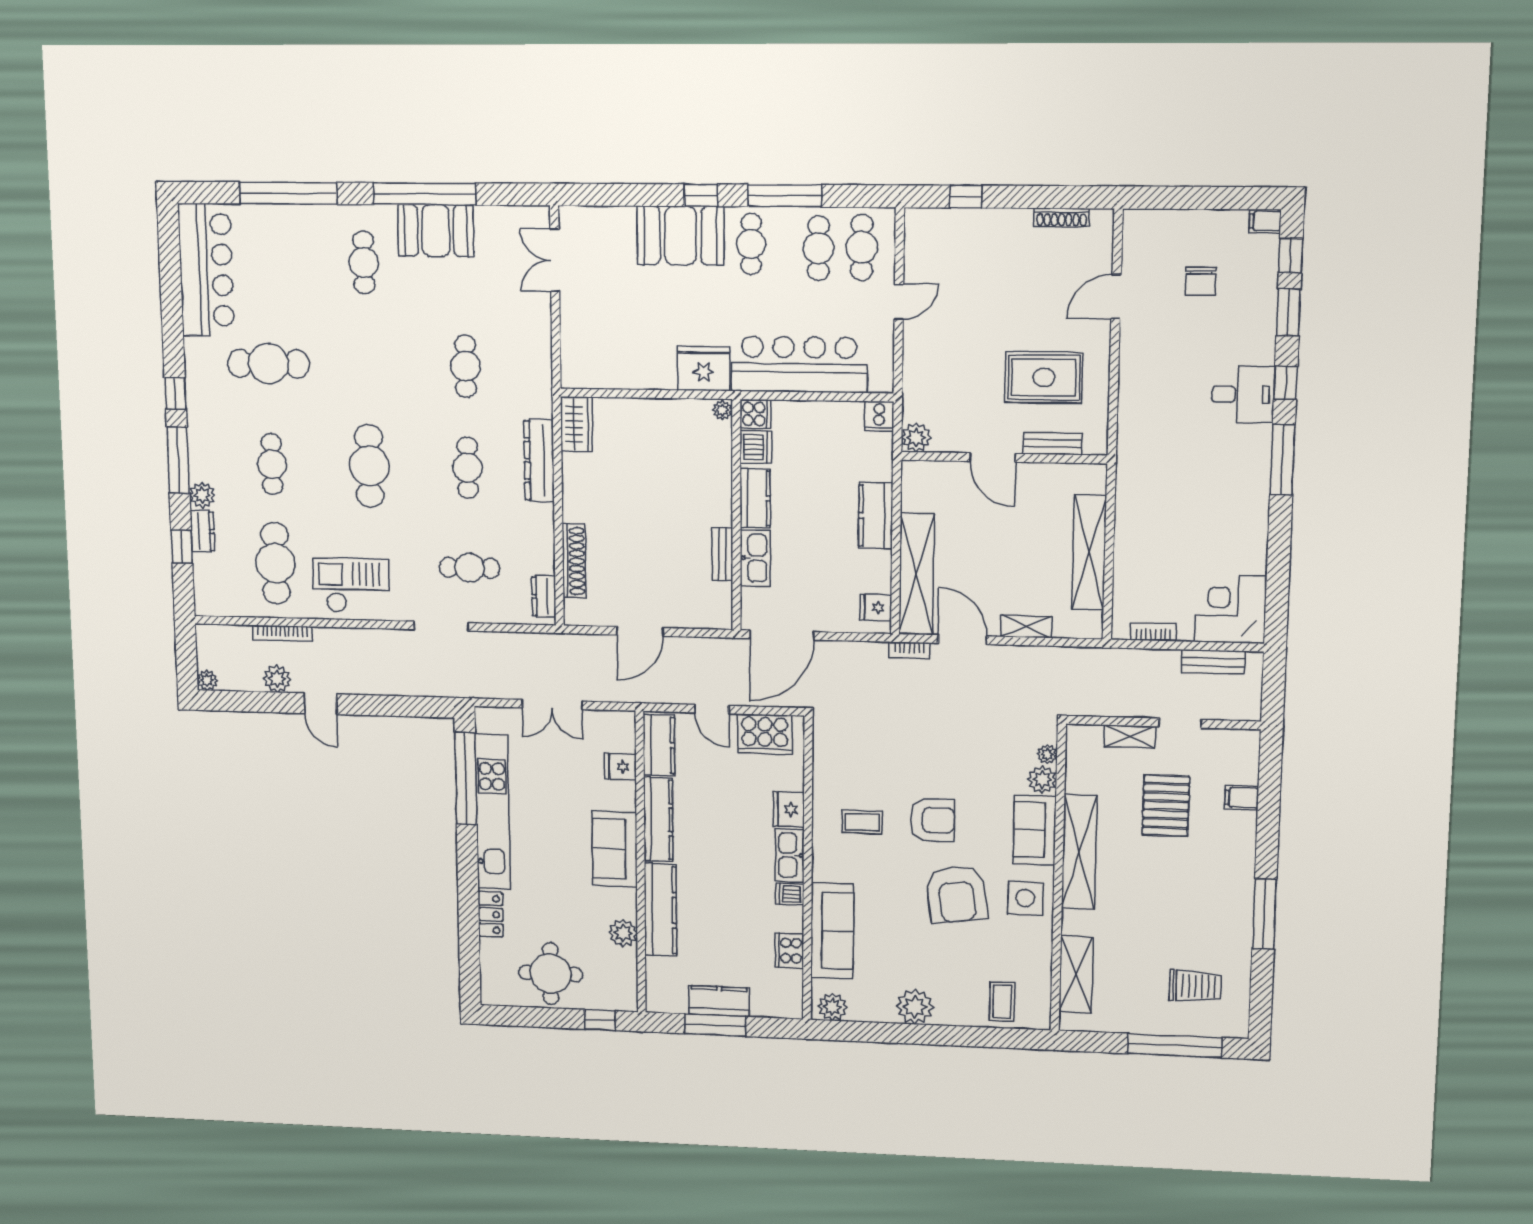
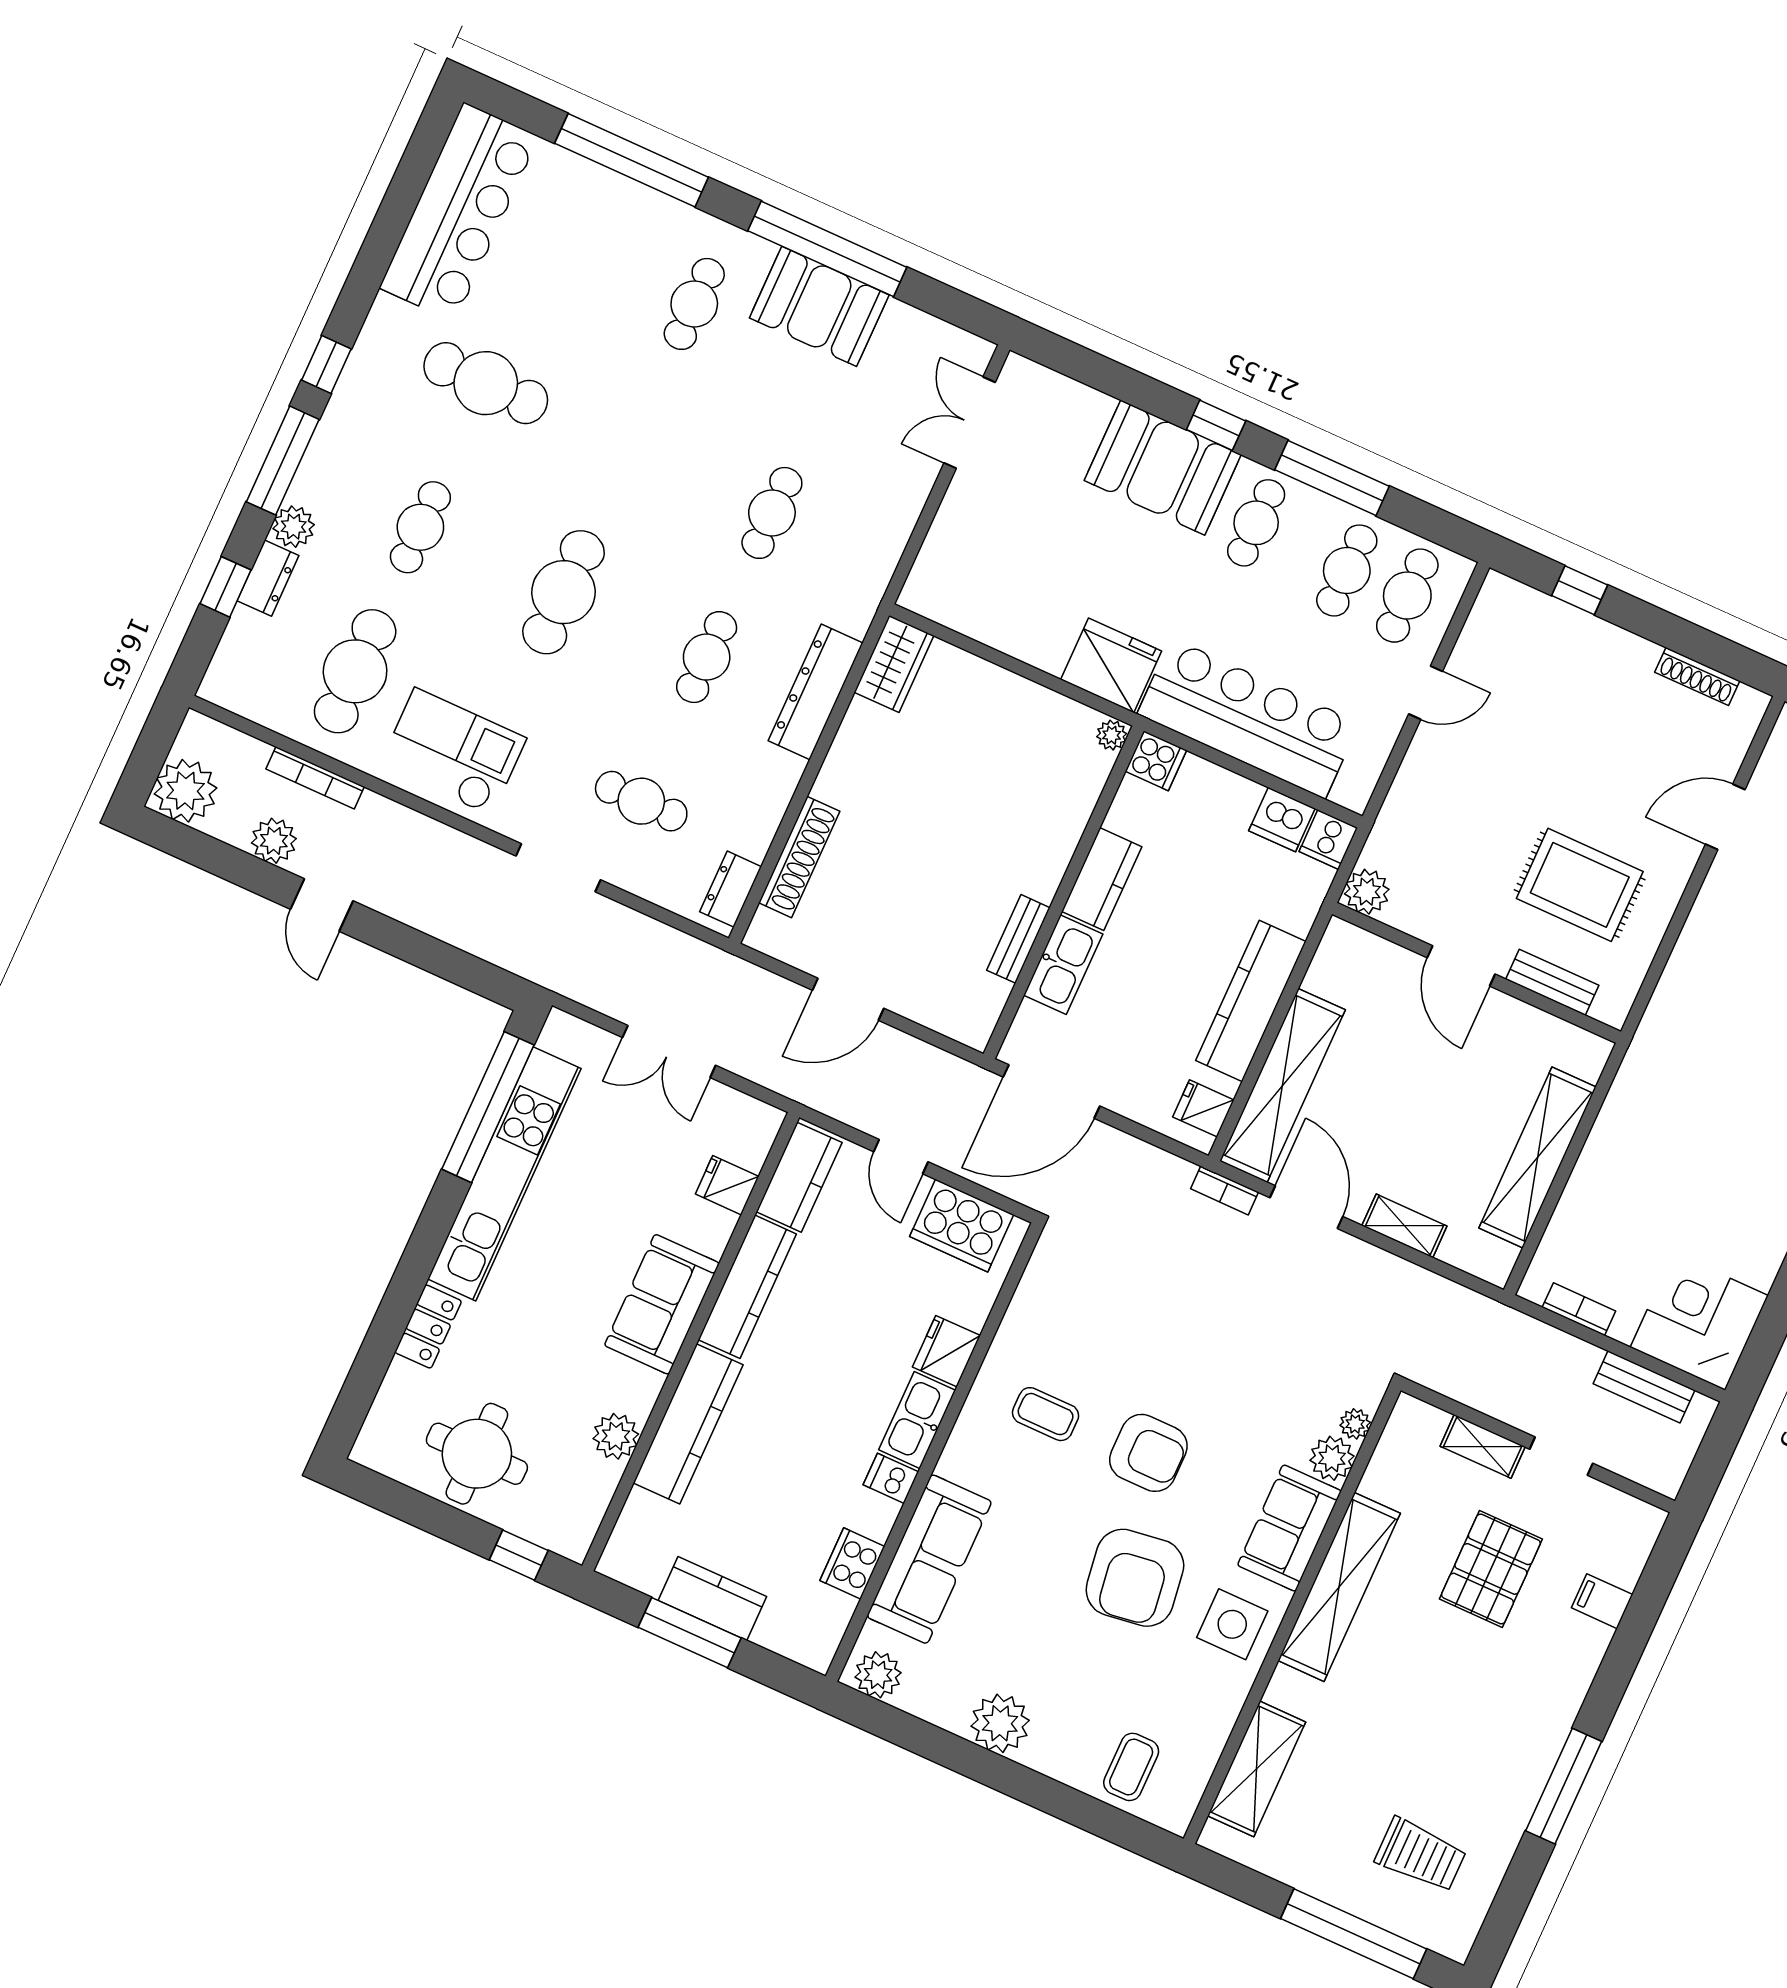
dishwasher: (756, 447) -> (1282, 820), moved, turned 90
kitchen counter: (876, 516) -> (1251, 1001), width x1.50
plant: (207, 680) -> (185, 791), width x1.87, depth x1.87

